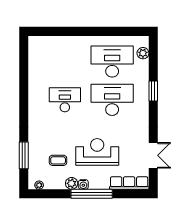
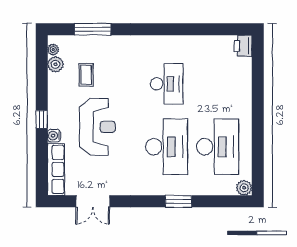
printer: (36, 42) -> (243, 46), added
plant: (143, 53) -> (244, 188), moved
plant: (72, 183) -> (56, 64), moved
water cooler: (83, 184) -> (54, 136), moved
window: (92, 194) -> (42, 119), width x0.32

